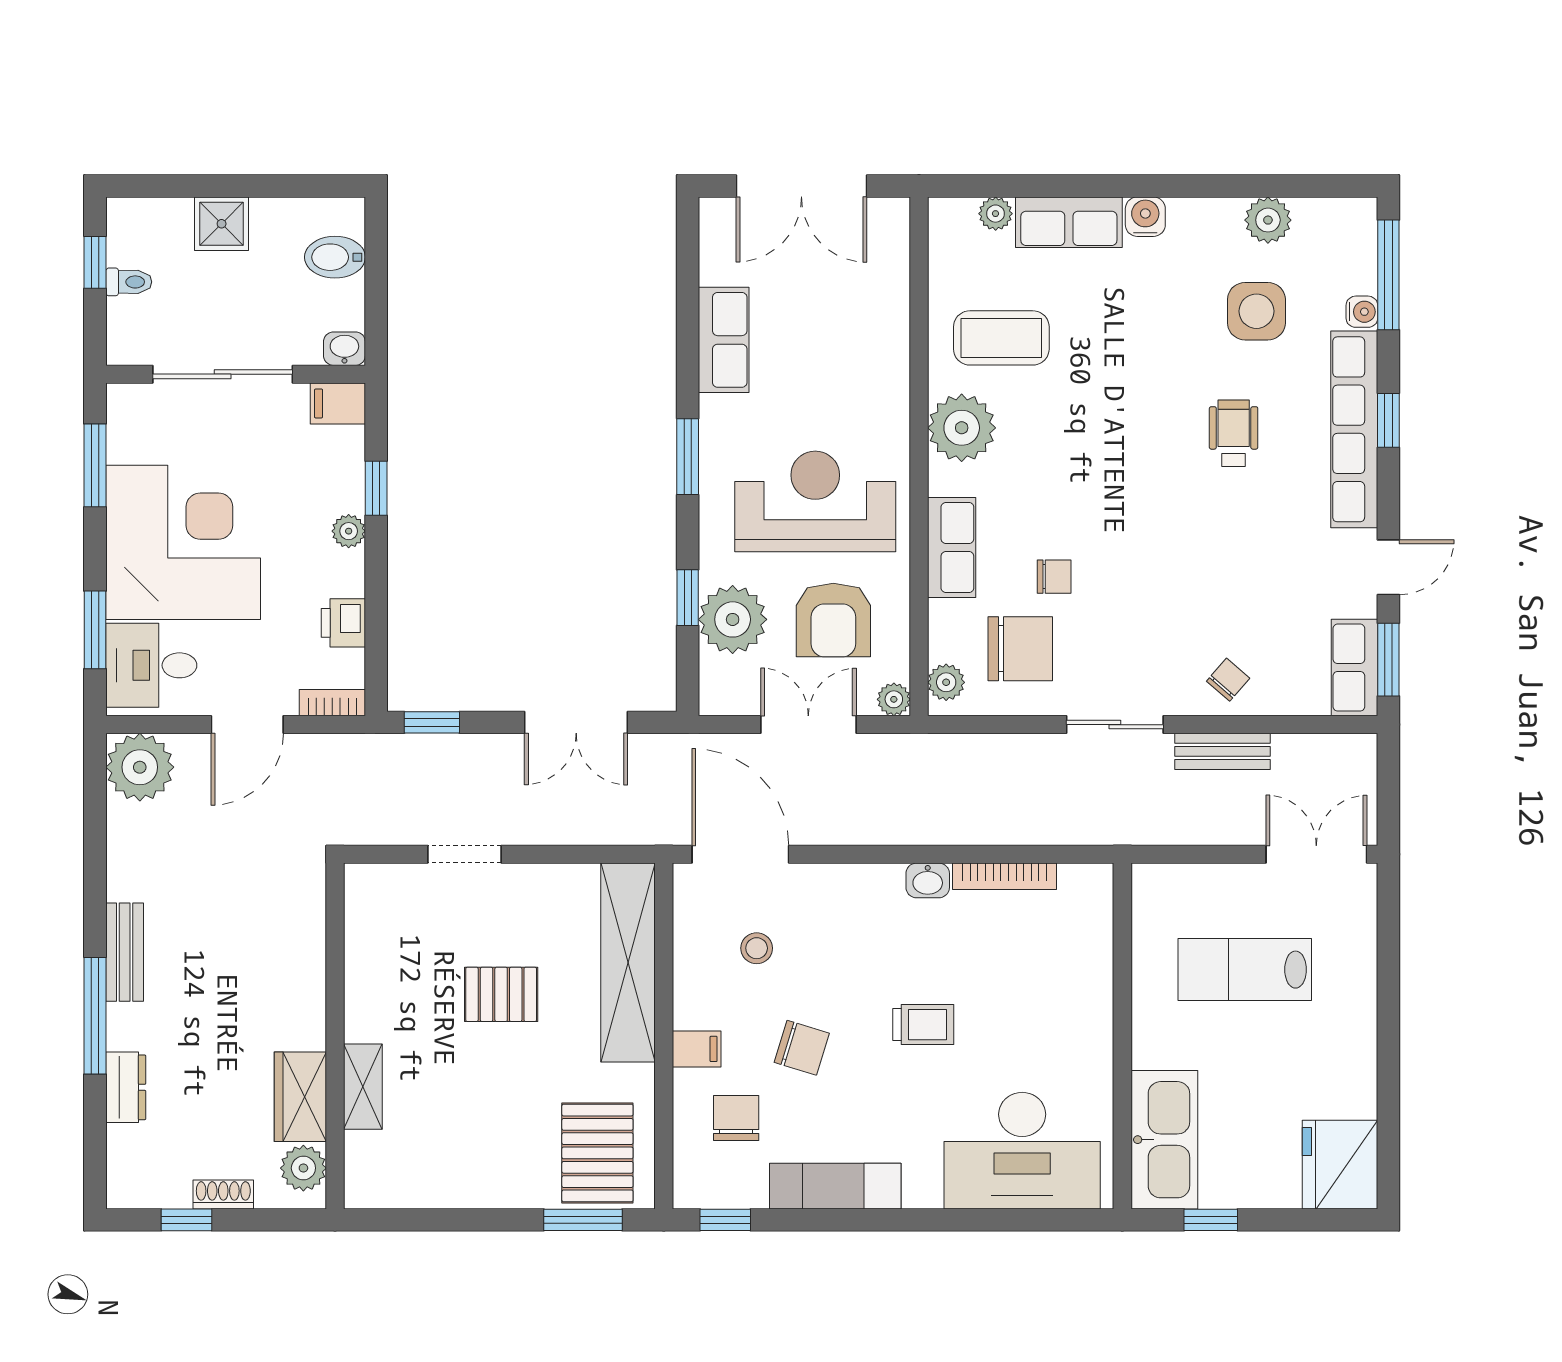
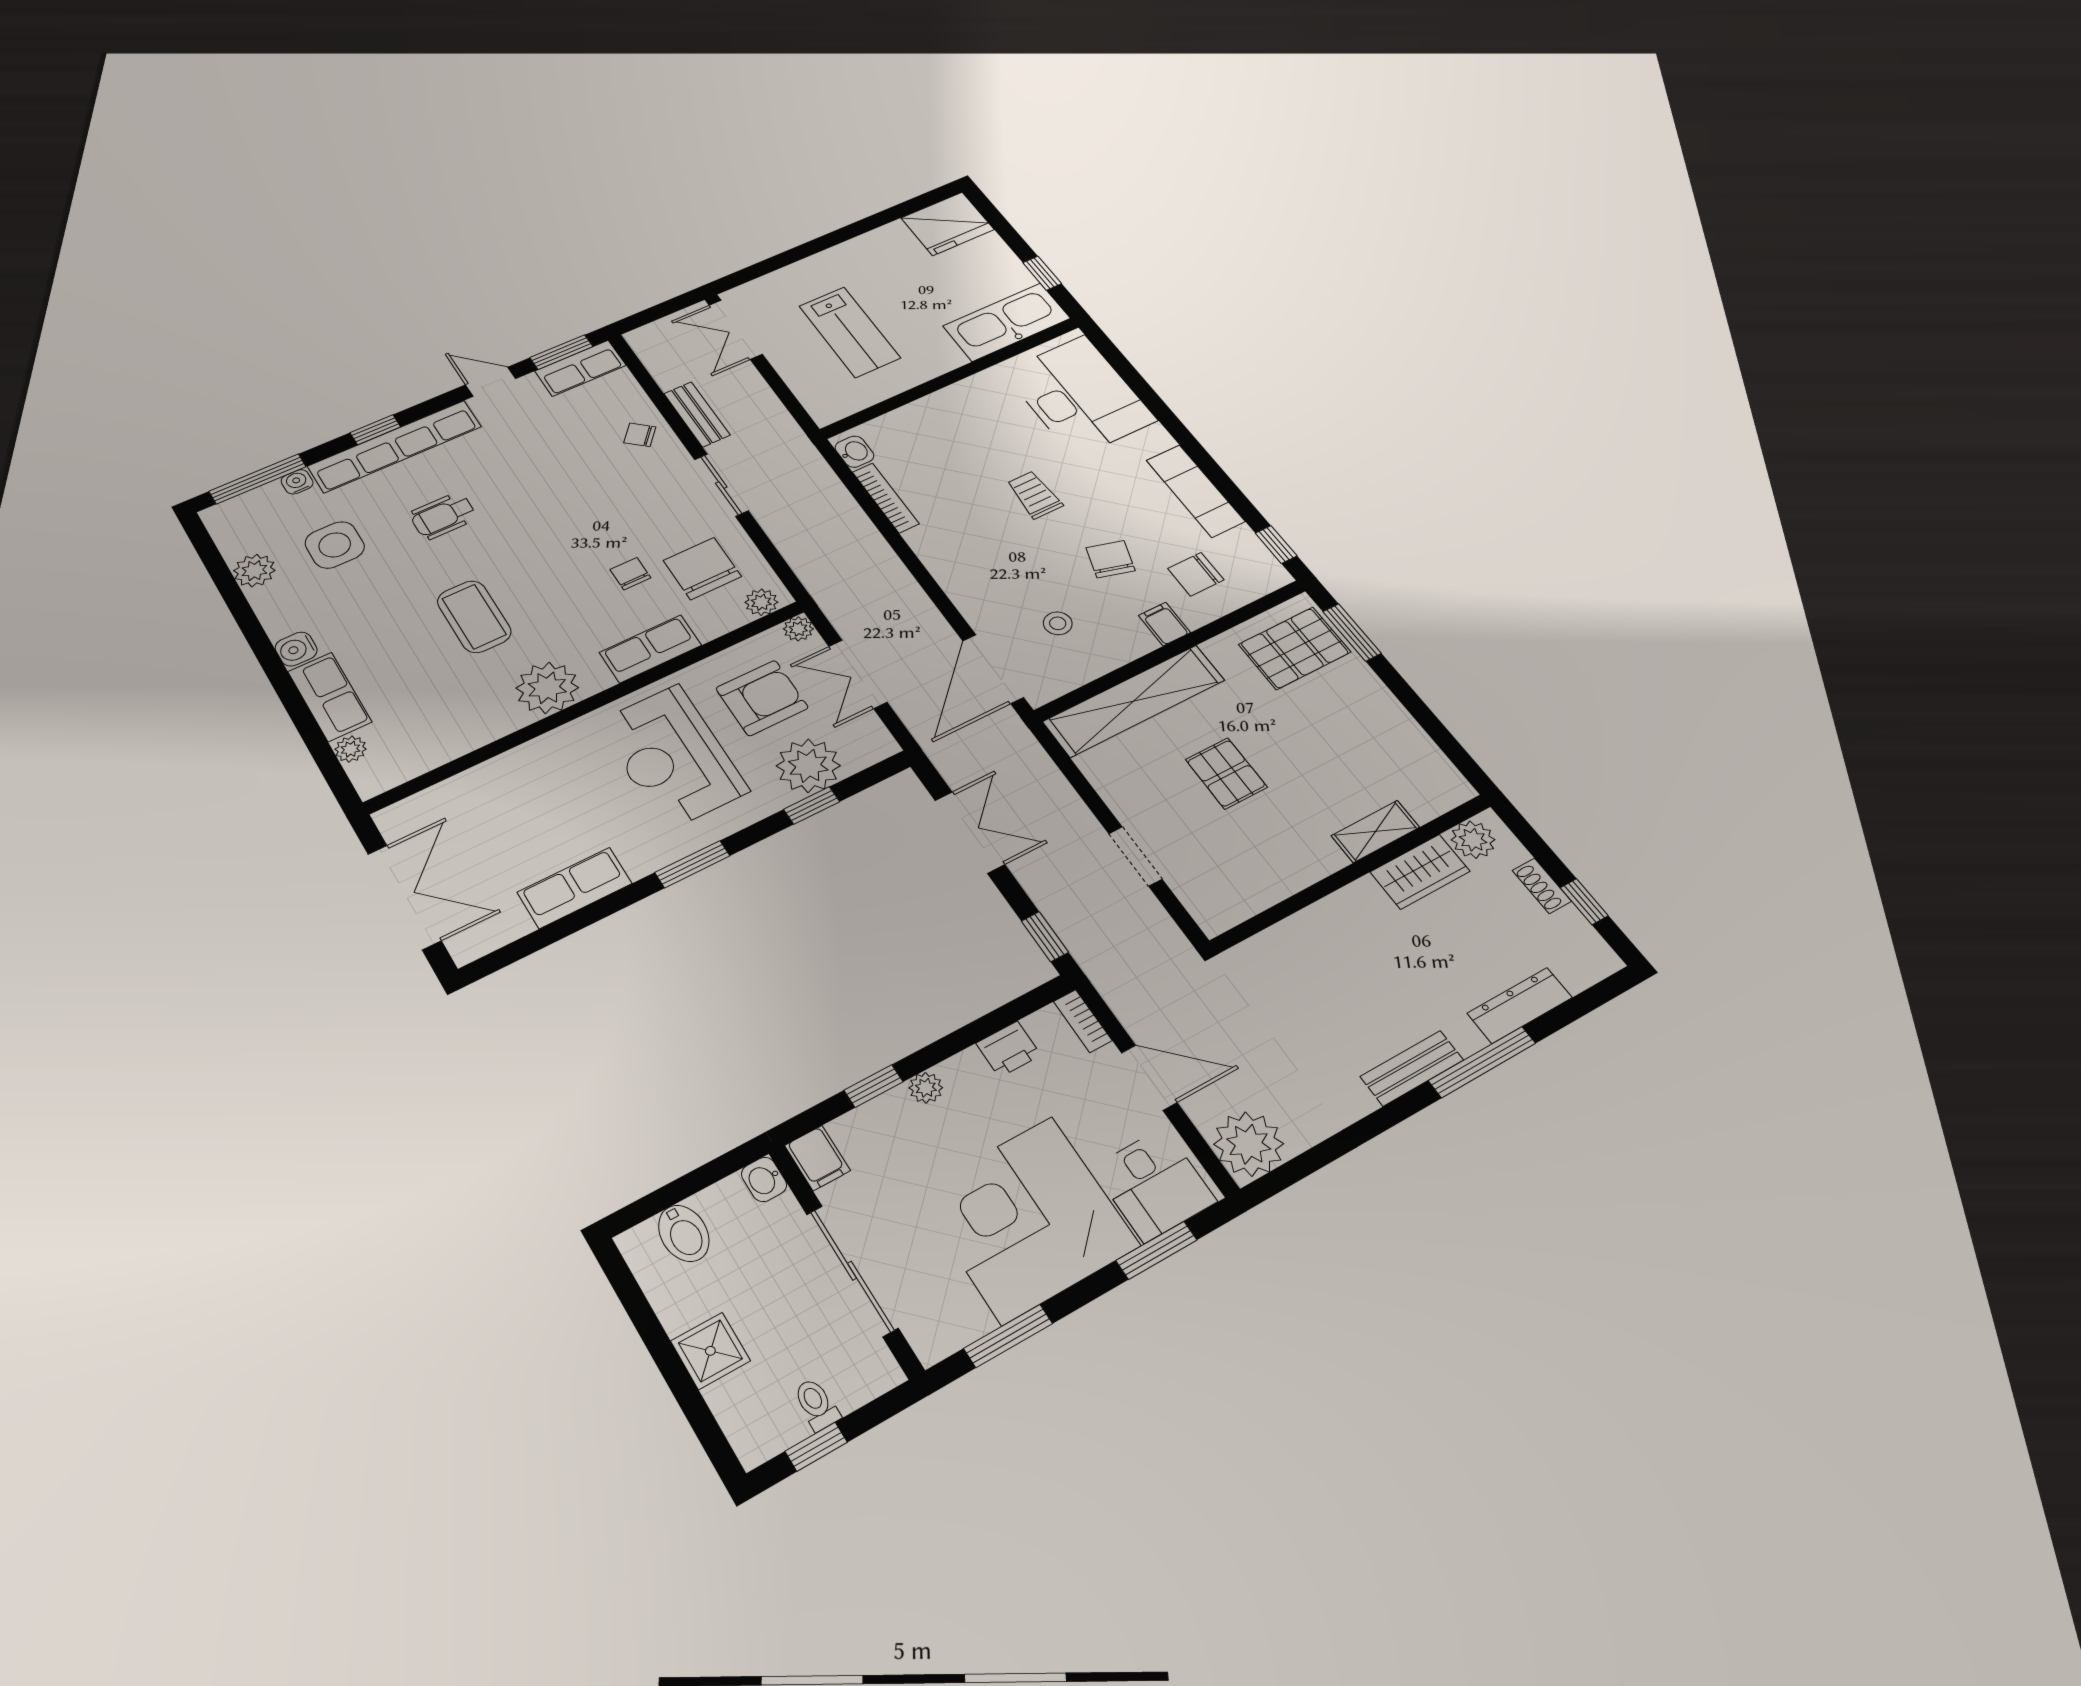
coffee table: (1001, 338) -> (474, 617), moved
washbasin: (928, 880) -> (854, 452), moved
dresser: (126, 1087) -> (1520, 1005), width x1.44

